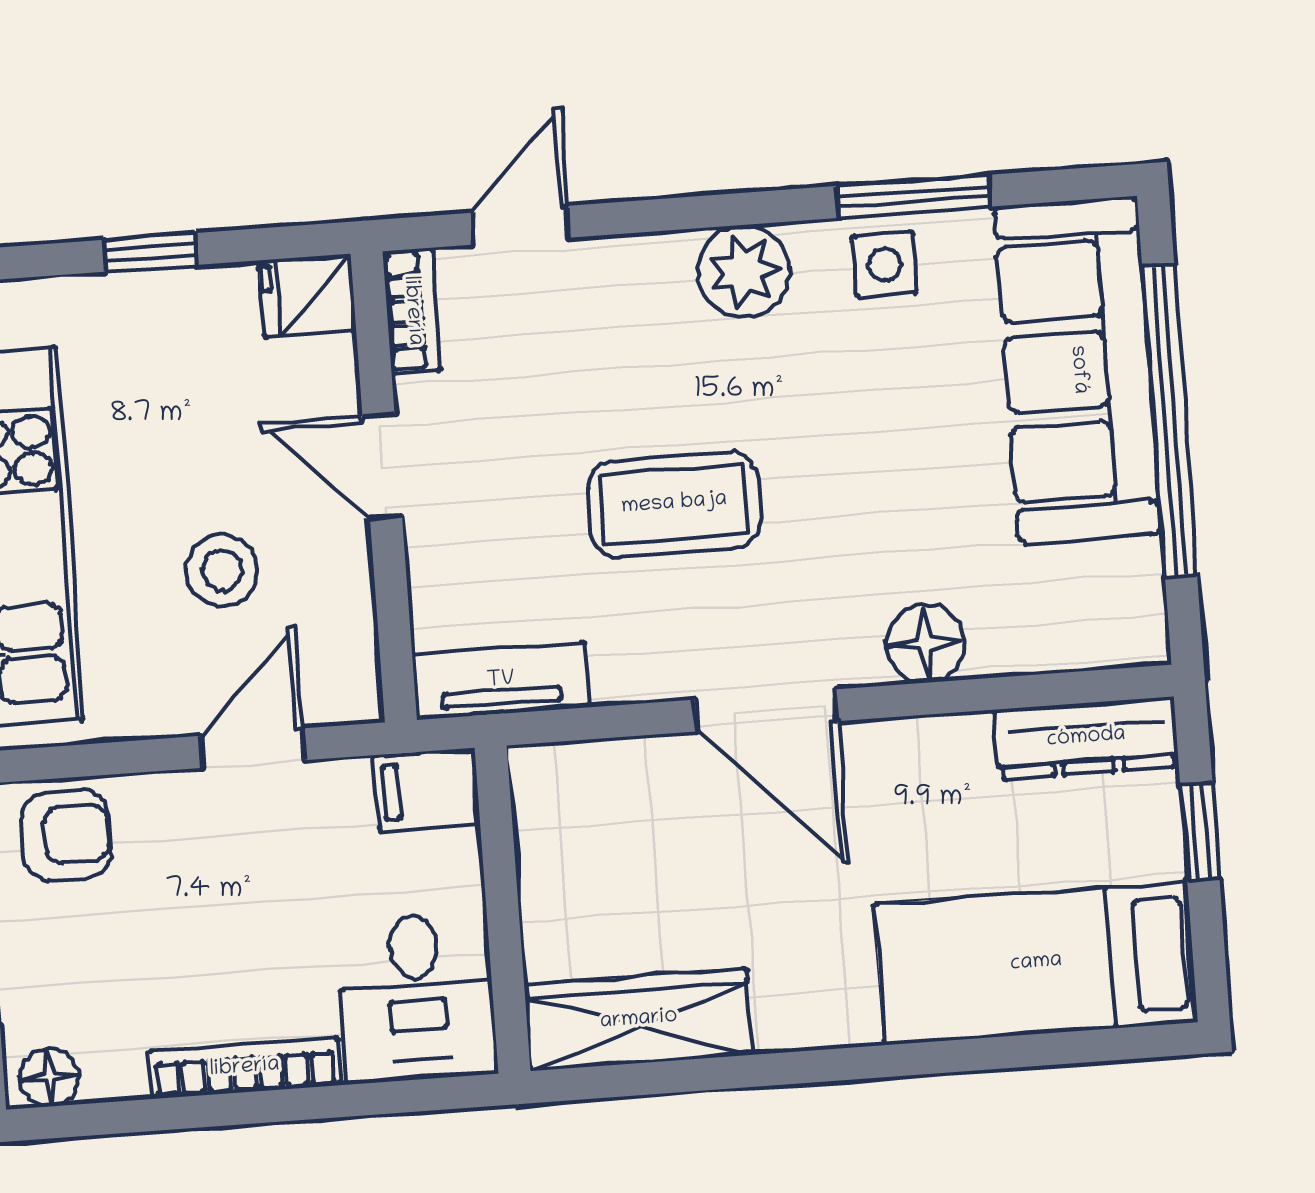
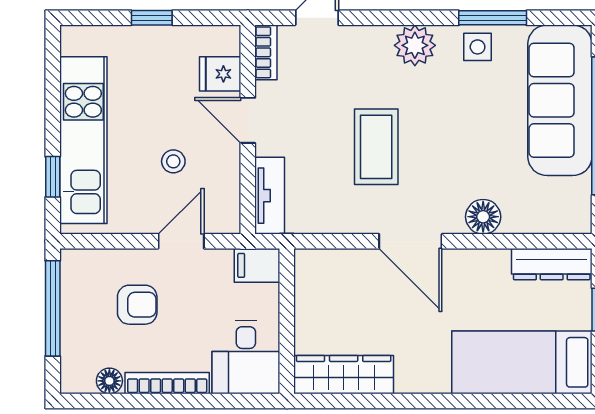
fridge: (307, 296) -> (220, 74), moved
coffee table: (674, 504) -> (376, 147), turned 90
stool: (222, 571) -> (173, 161), width x0.73, depth x0.73
tv unit: (501, 681) -> (270, 196), moved, turned 90
armchair: (66, 835) -> (137, 305), moved
floor lamp: (49, 1077) -> (109, 381), moved

